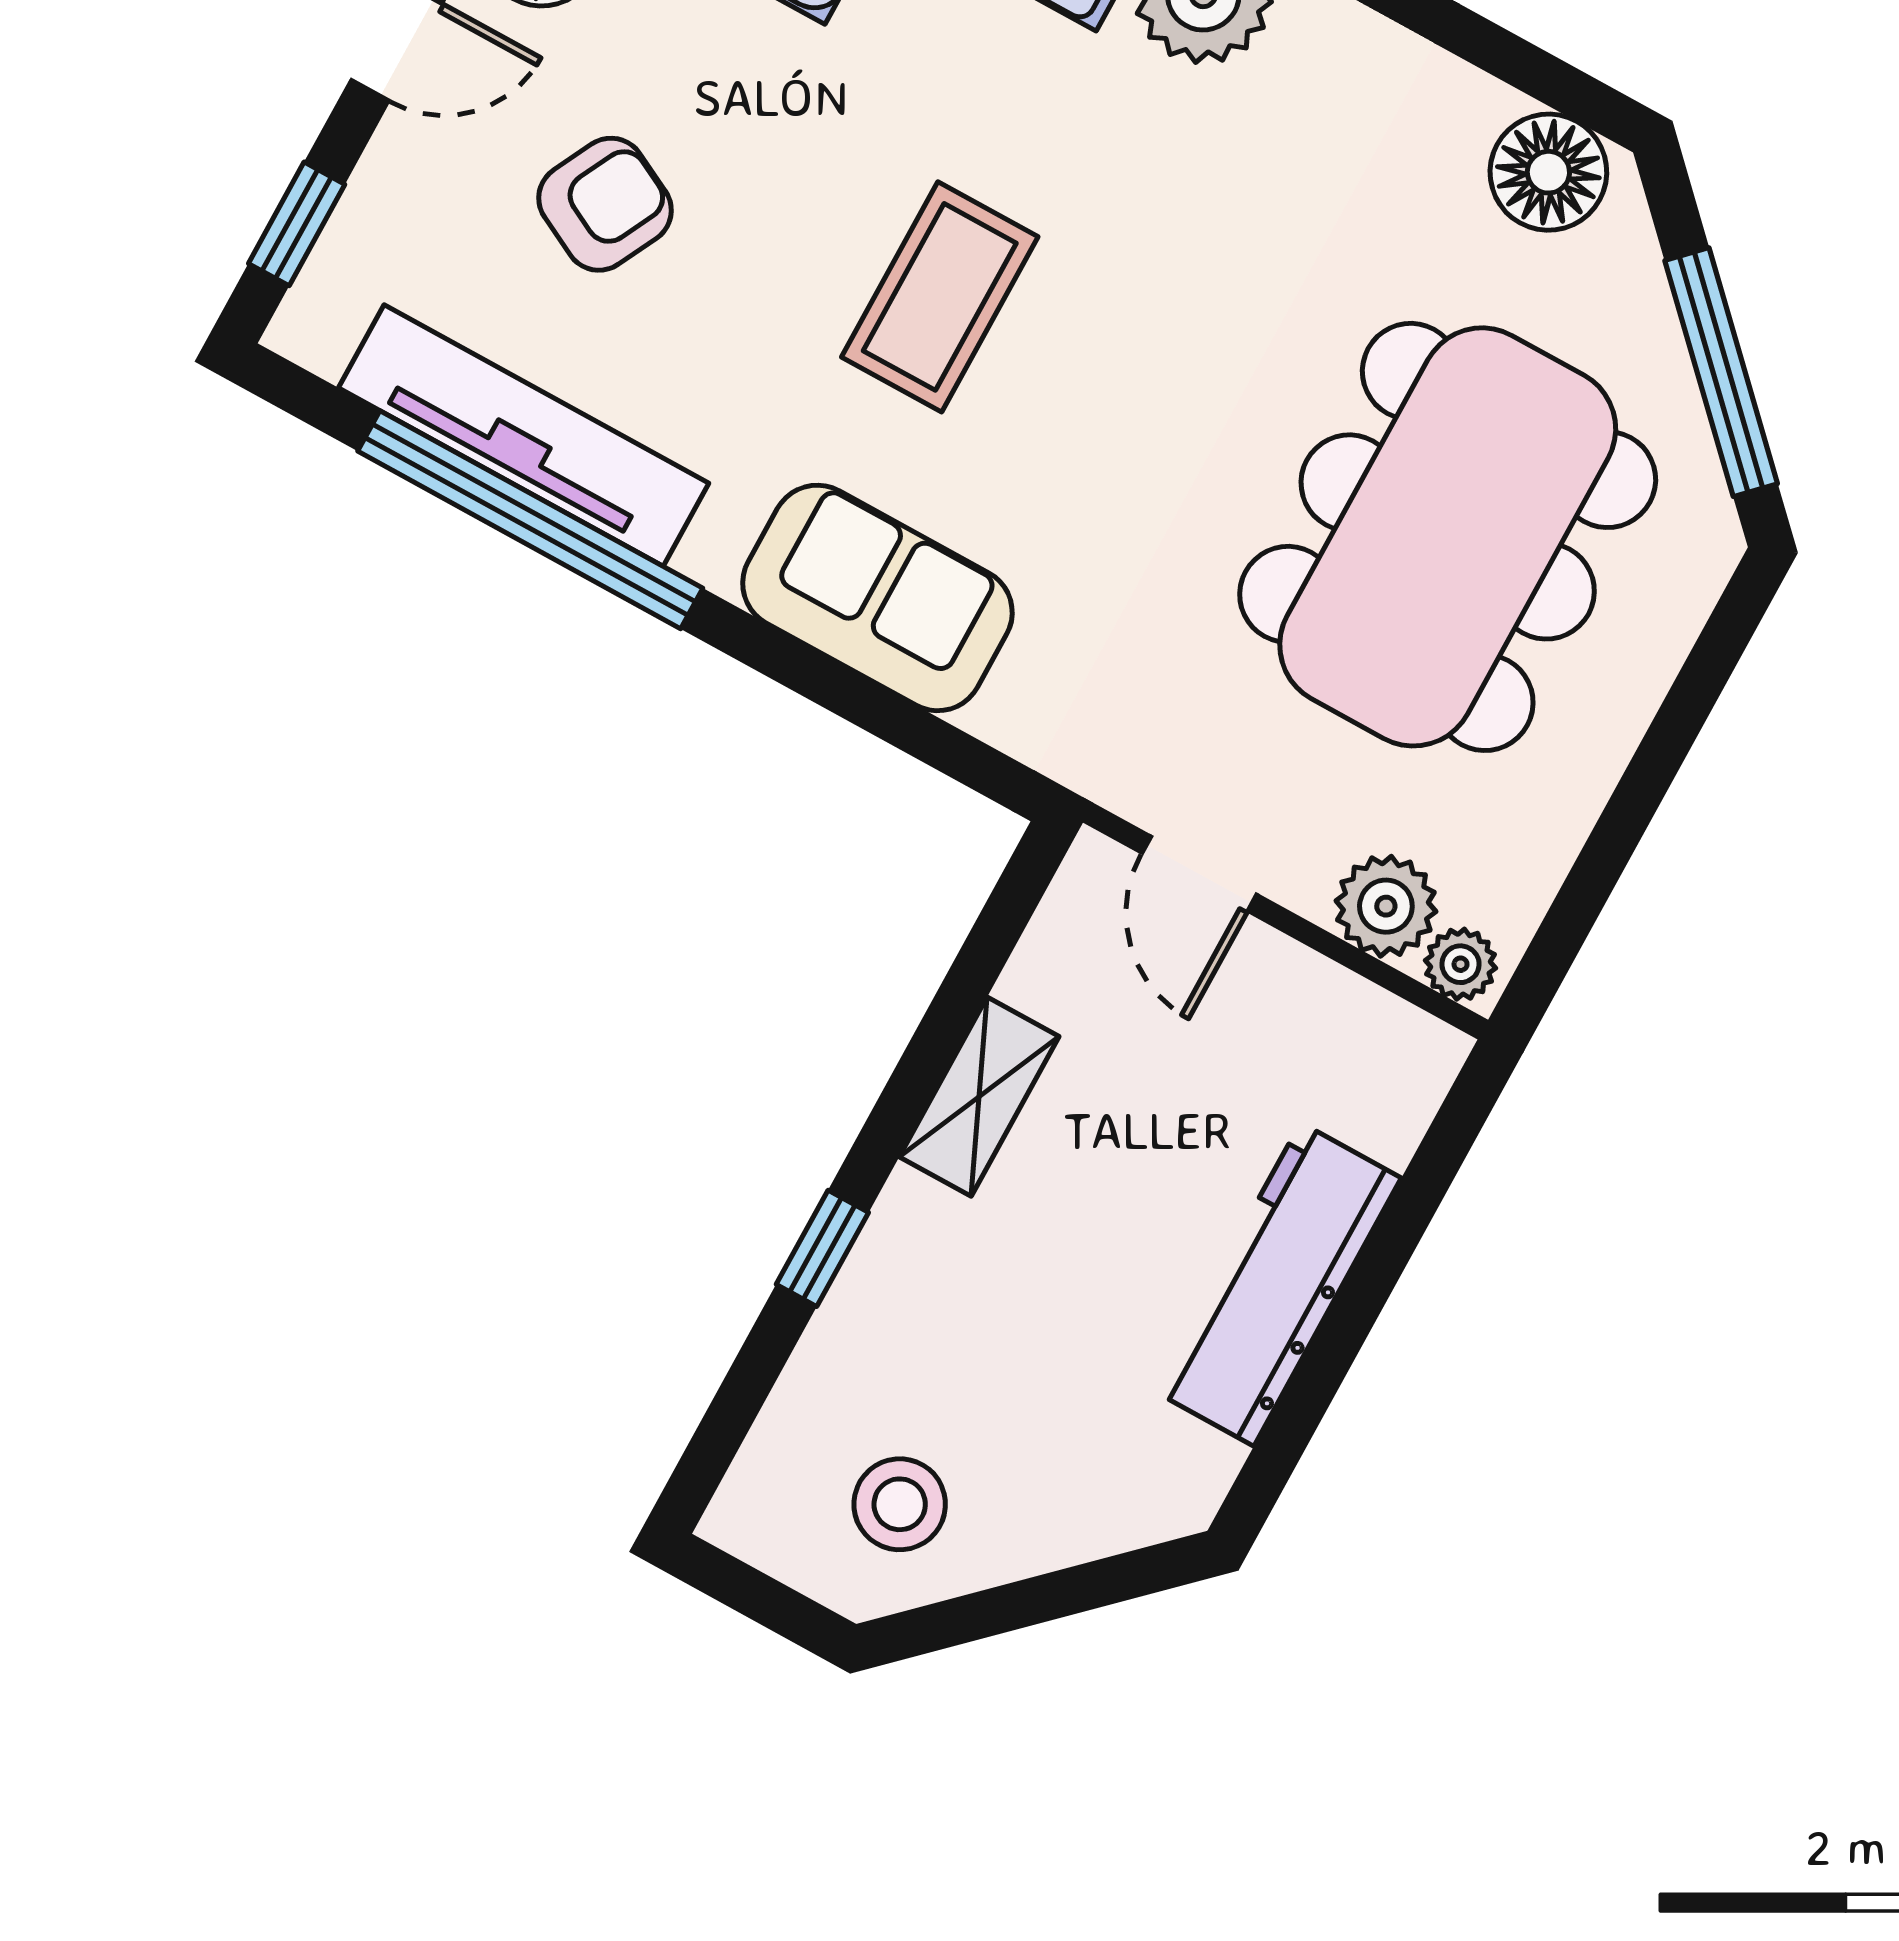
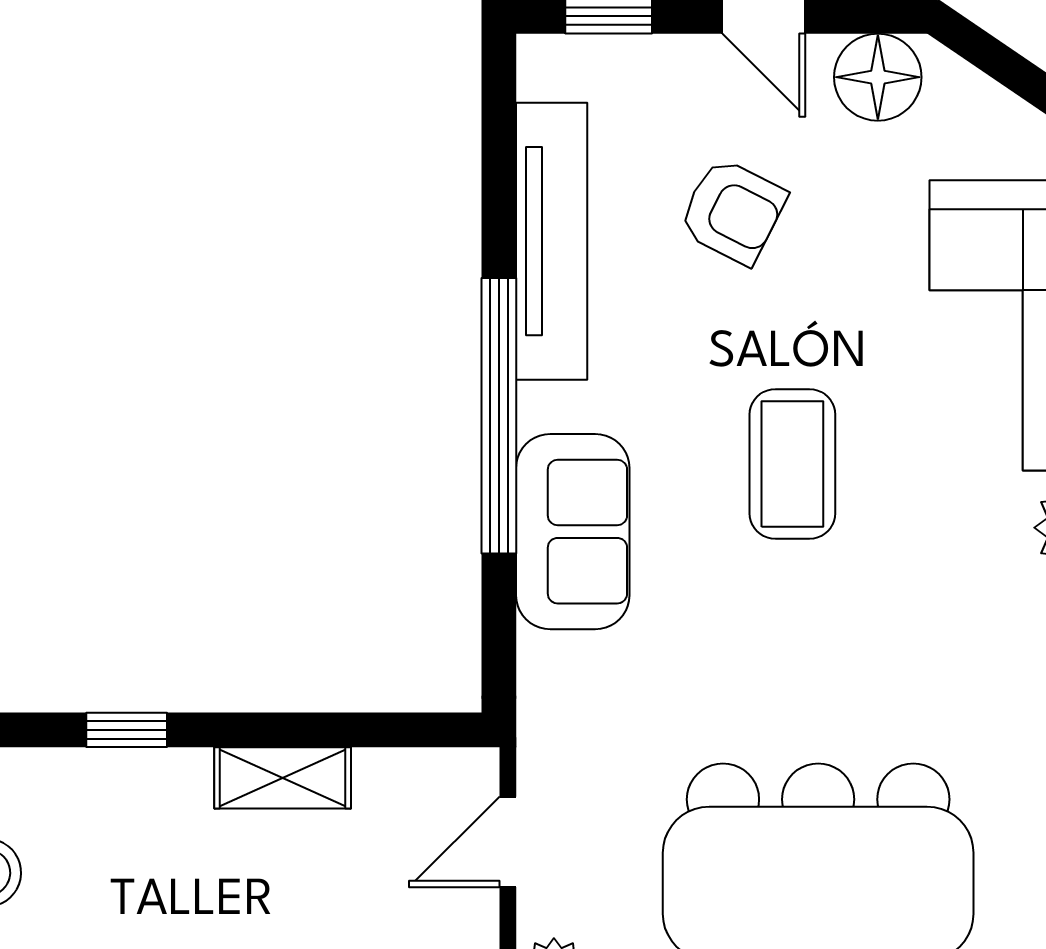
coffee table: (940, 297) -> (792, 464), turned 90
window: (530, 520) -> (499, 416), moved

